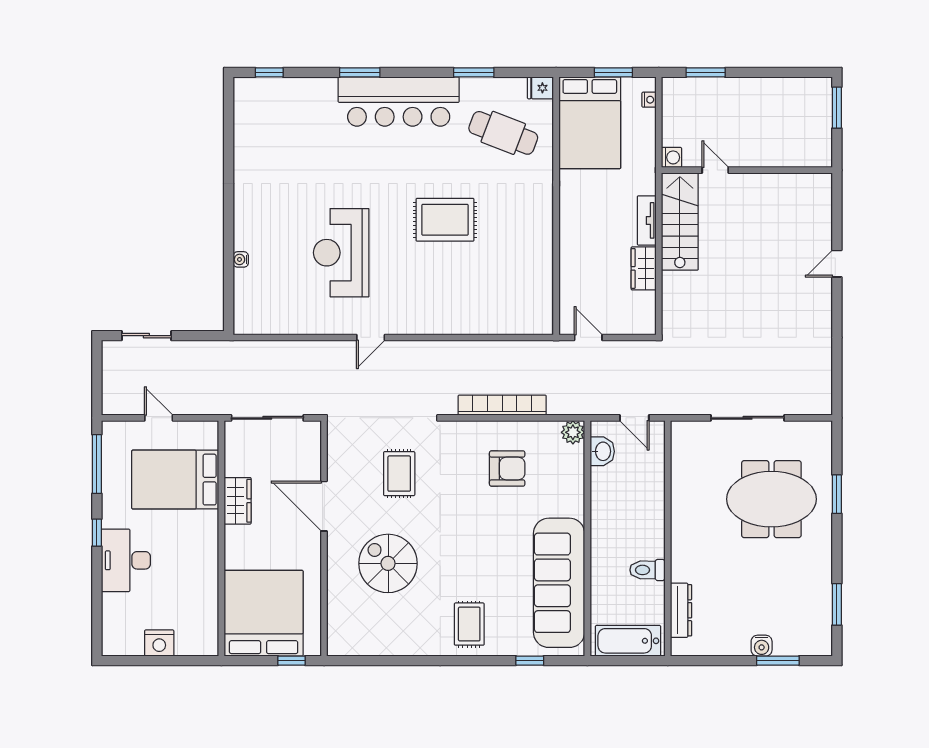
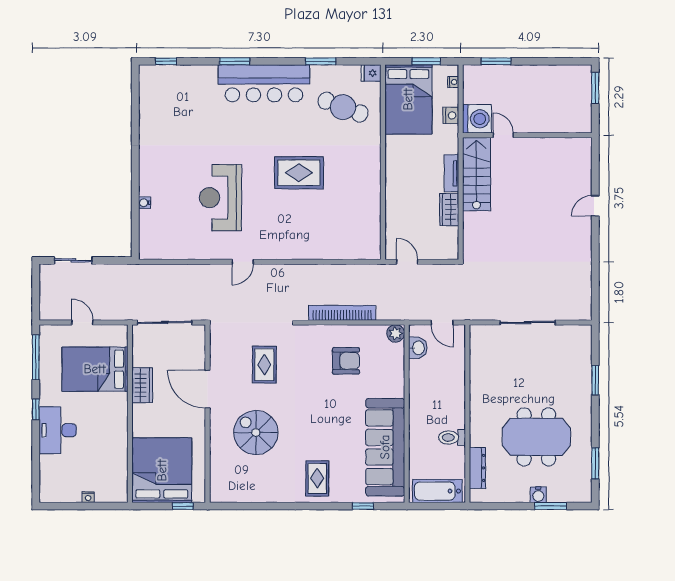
nightstand: (646, 144) -> (451, 115), added
washing machine: (672, 157) -> (477, 119), width x1.89, depth x1.89
meeting table: (771, 499) -> (536, 437), moved
nightstand: (159, 643) -> (88, 497), width x0.53, depth x0.56

